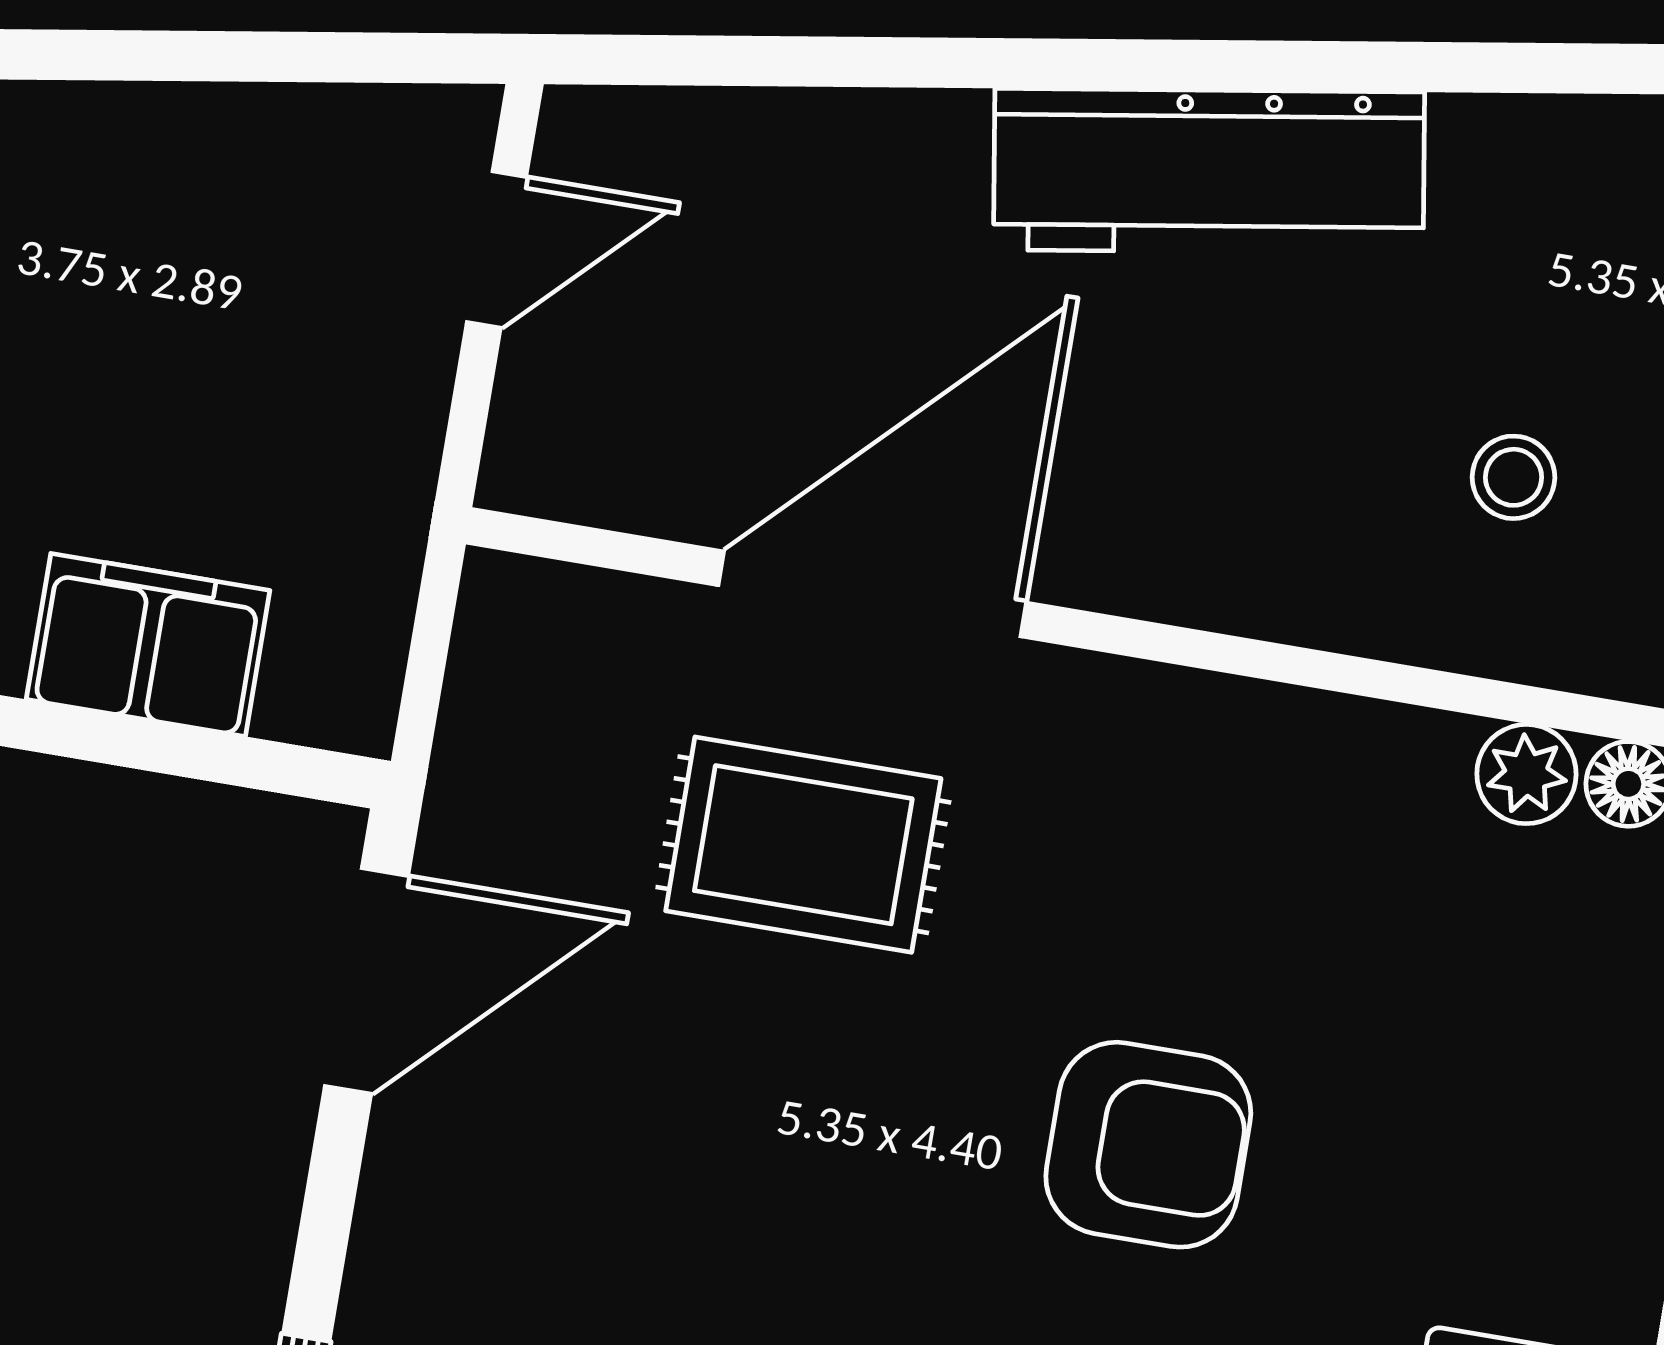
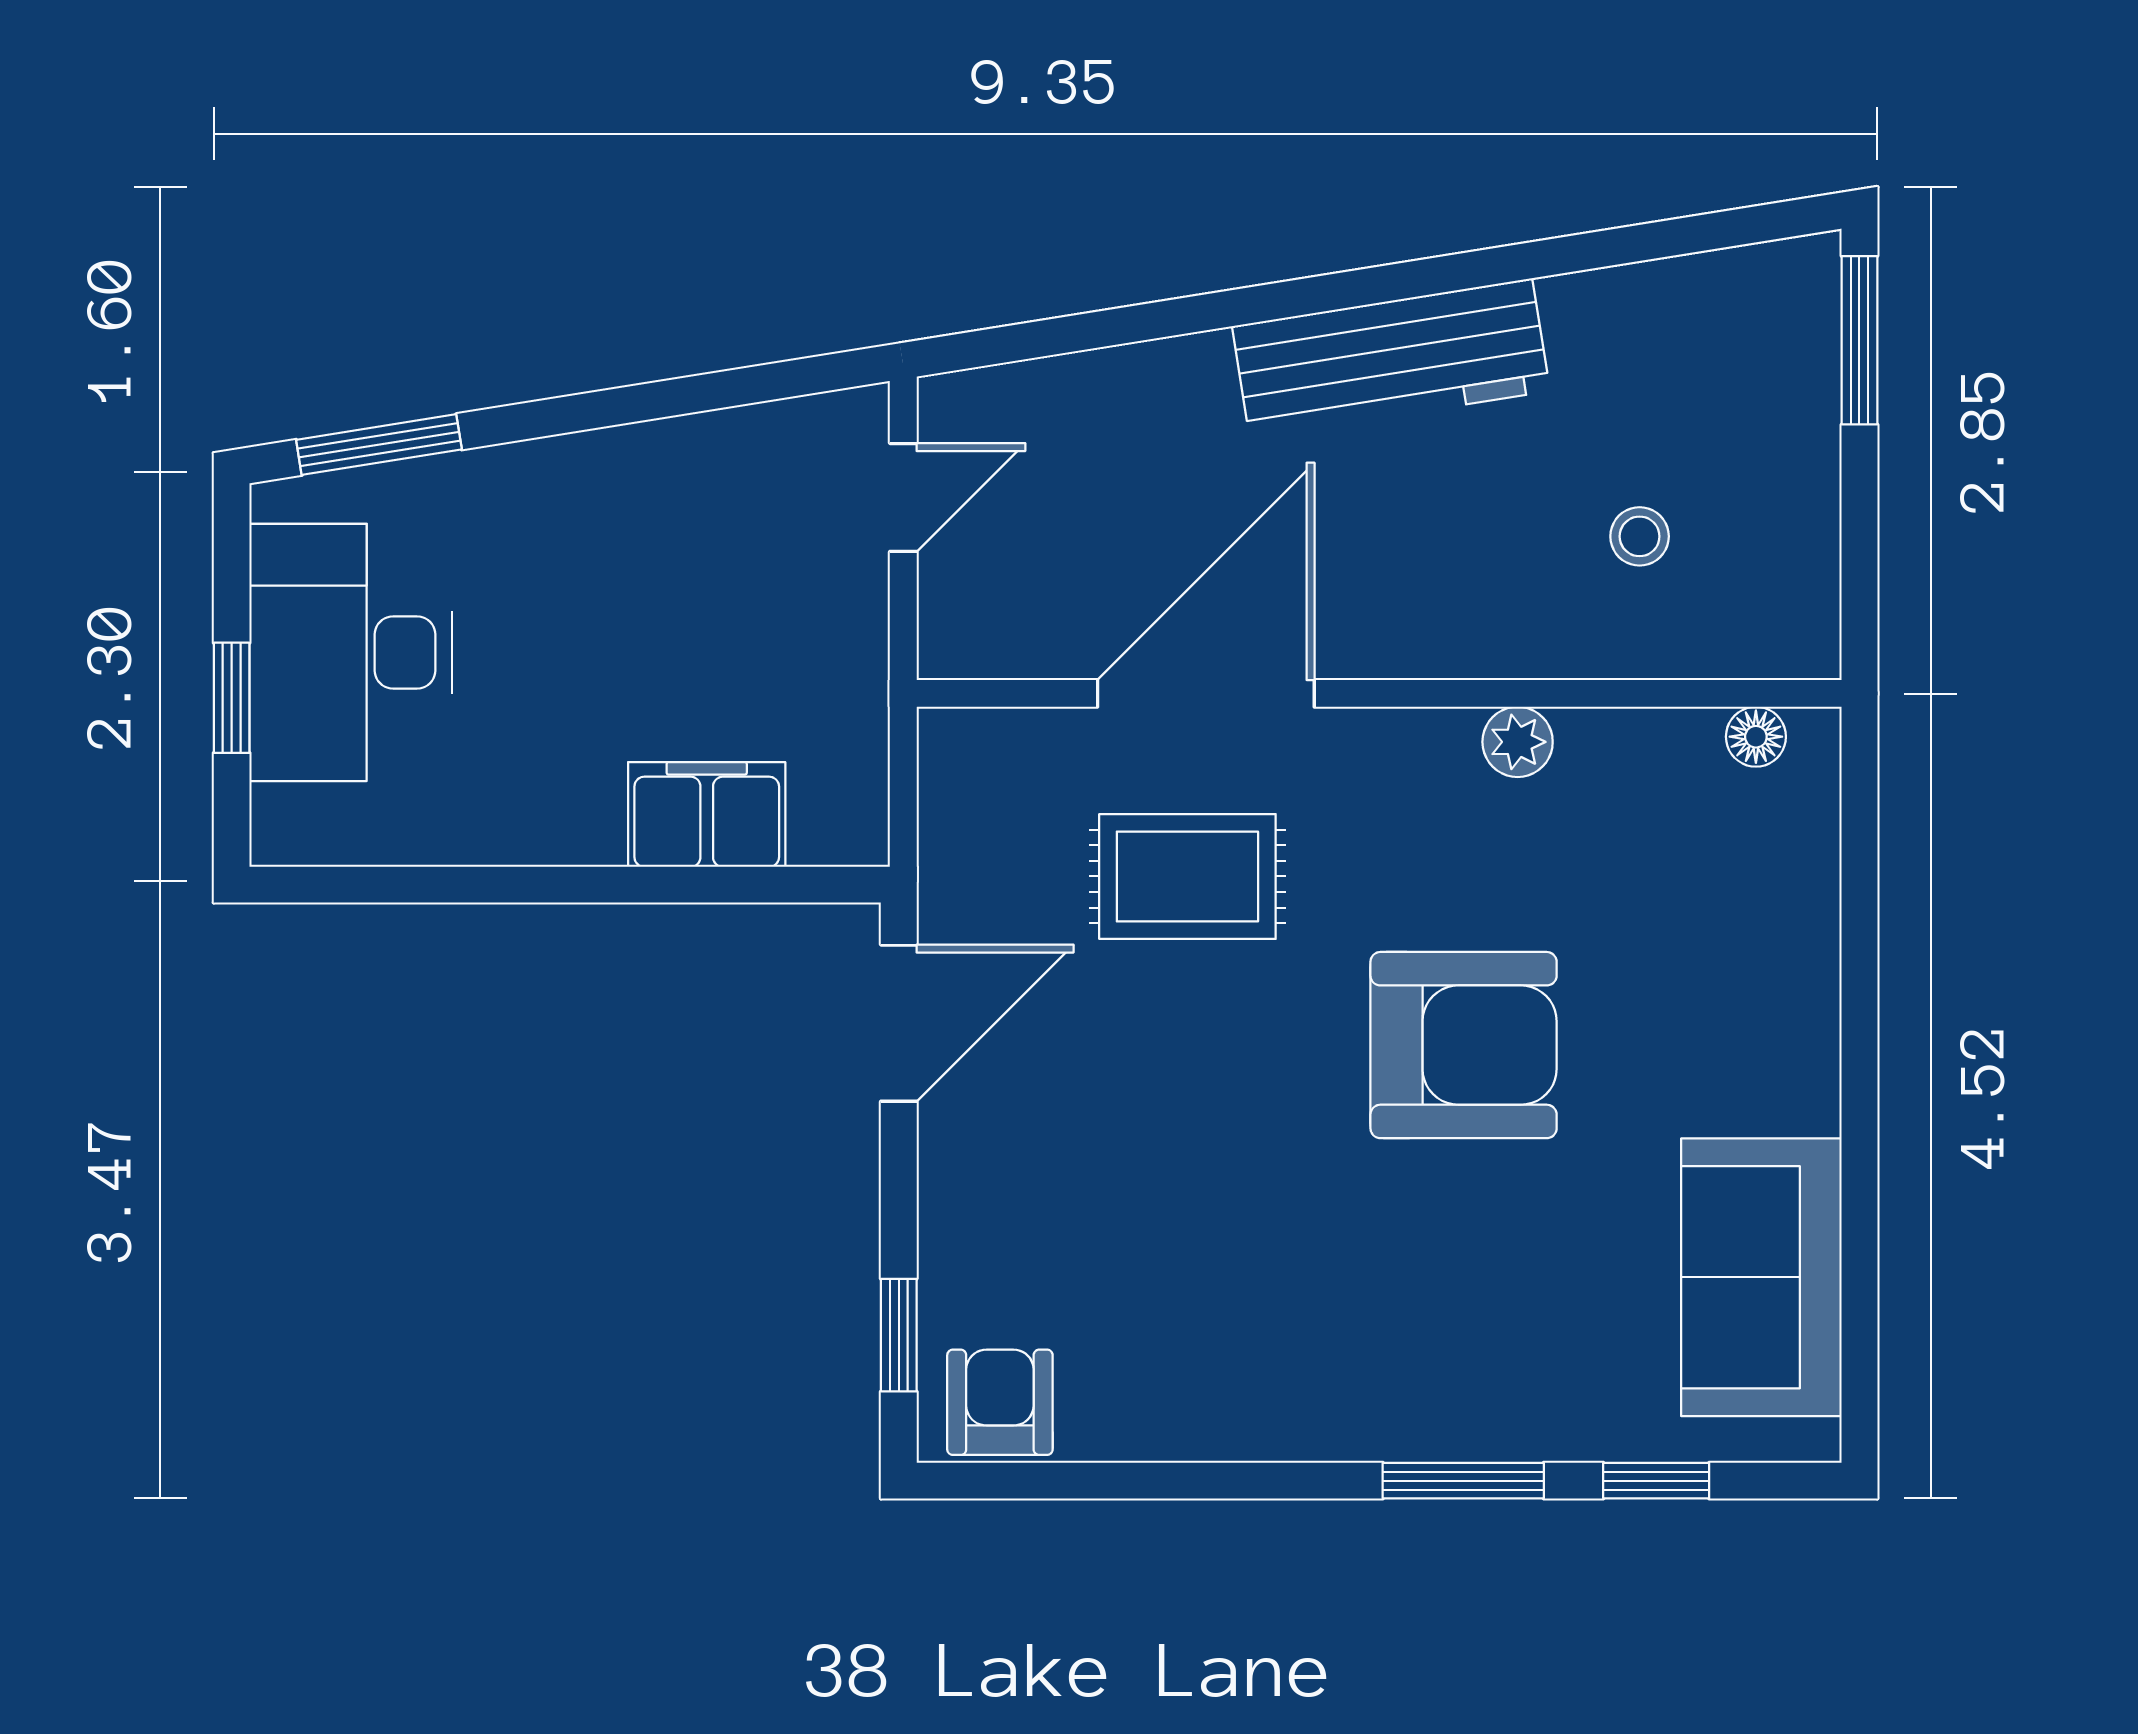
plant: (1526, 774) -> (1518, 742), moved
armchair: (1148, 1145) -> (1464, 1045), width x1.36, depth x1.36

